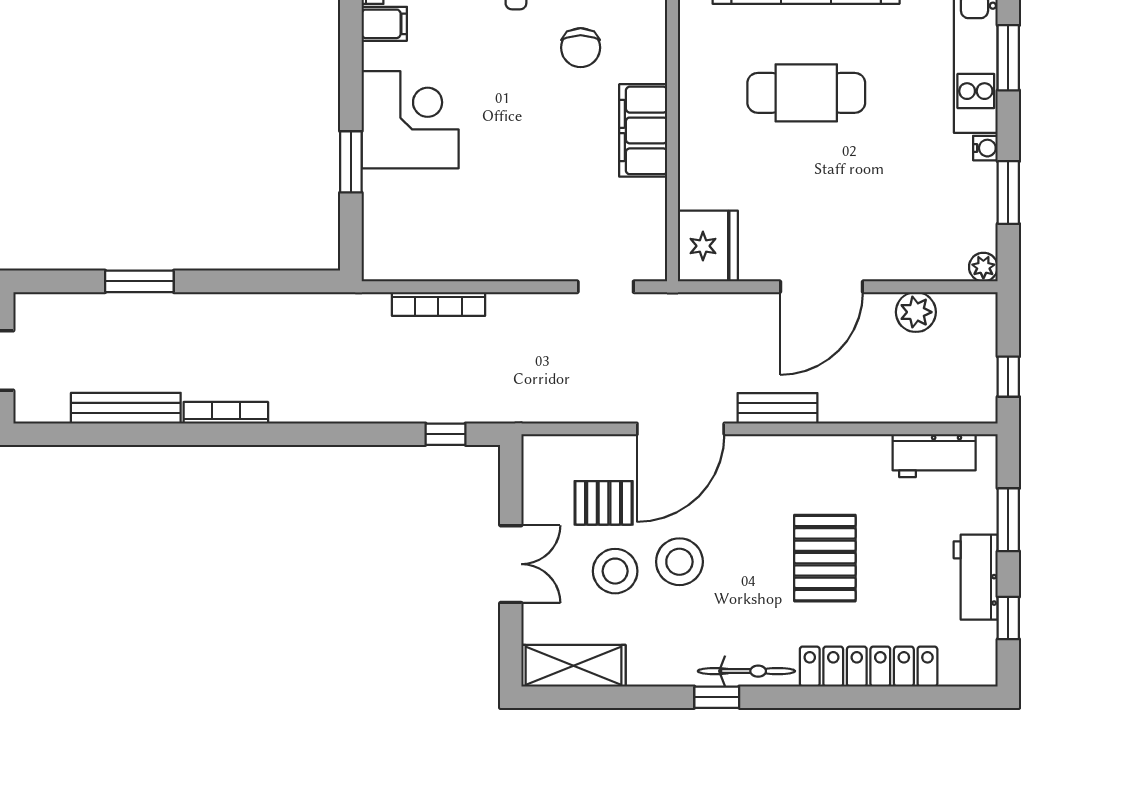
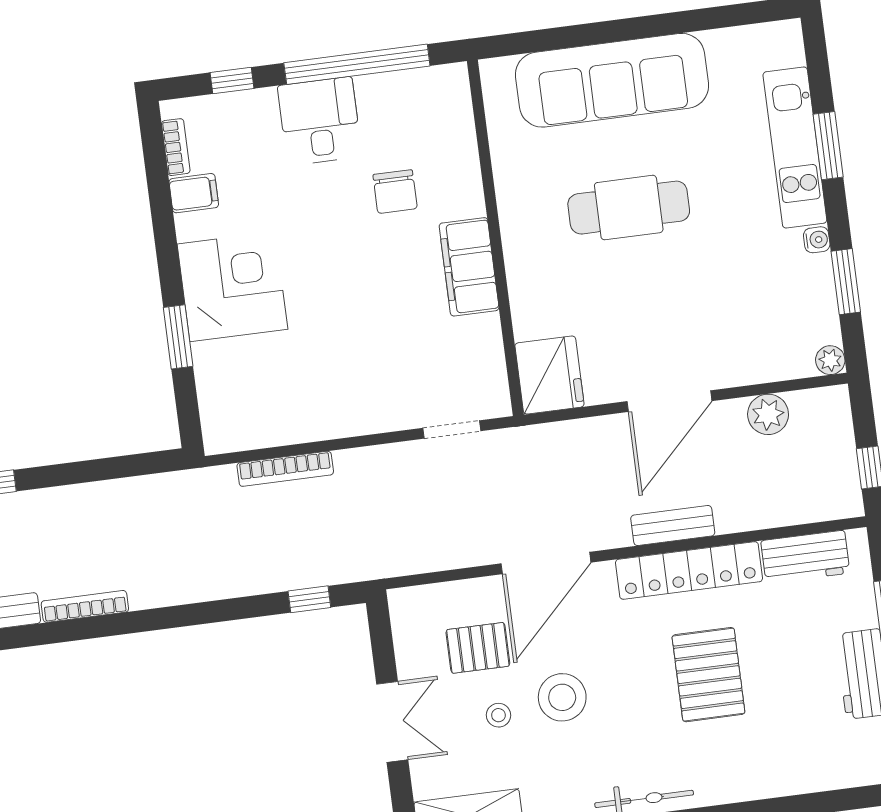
bench: (778, 408) -> (673, 526), moved
stool: (615, 571) -> (499, 715), width x0.53, depth x0.53
locker: (869, 667) -> (689, 570), moved, turned 180

